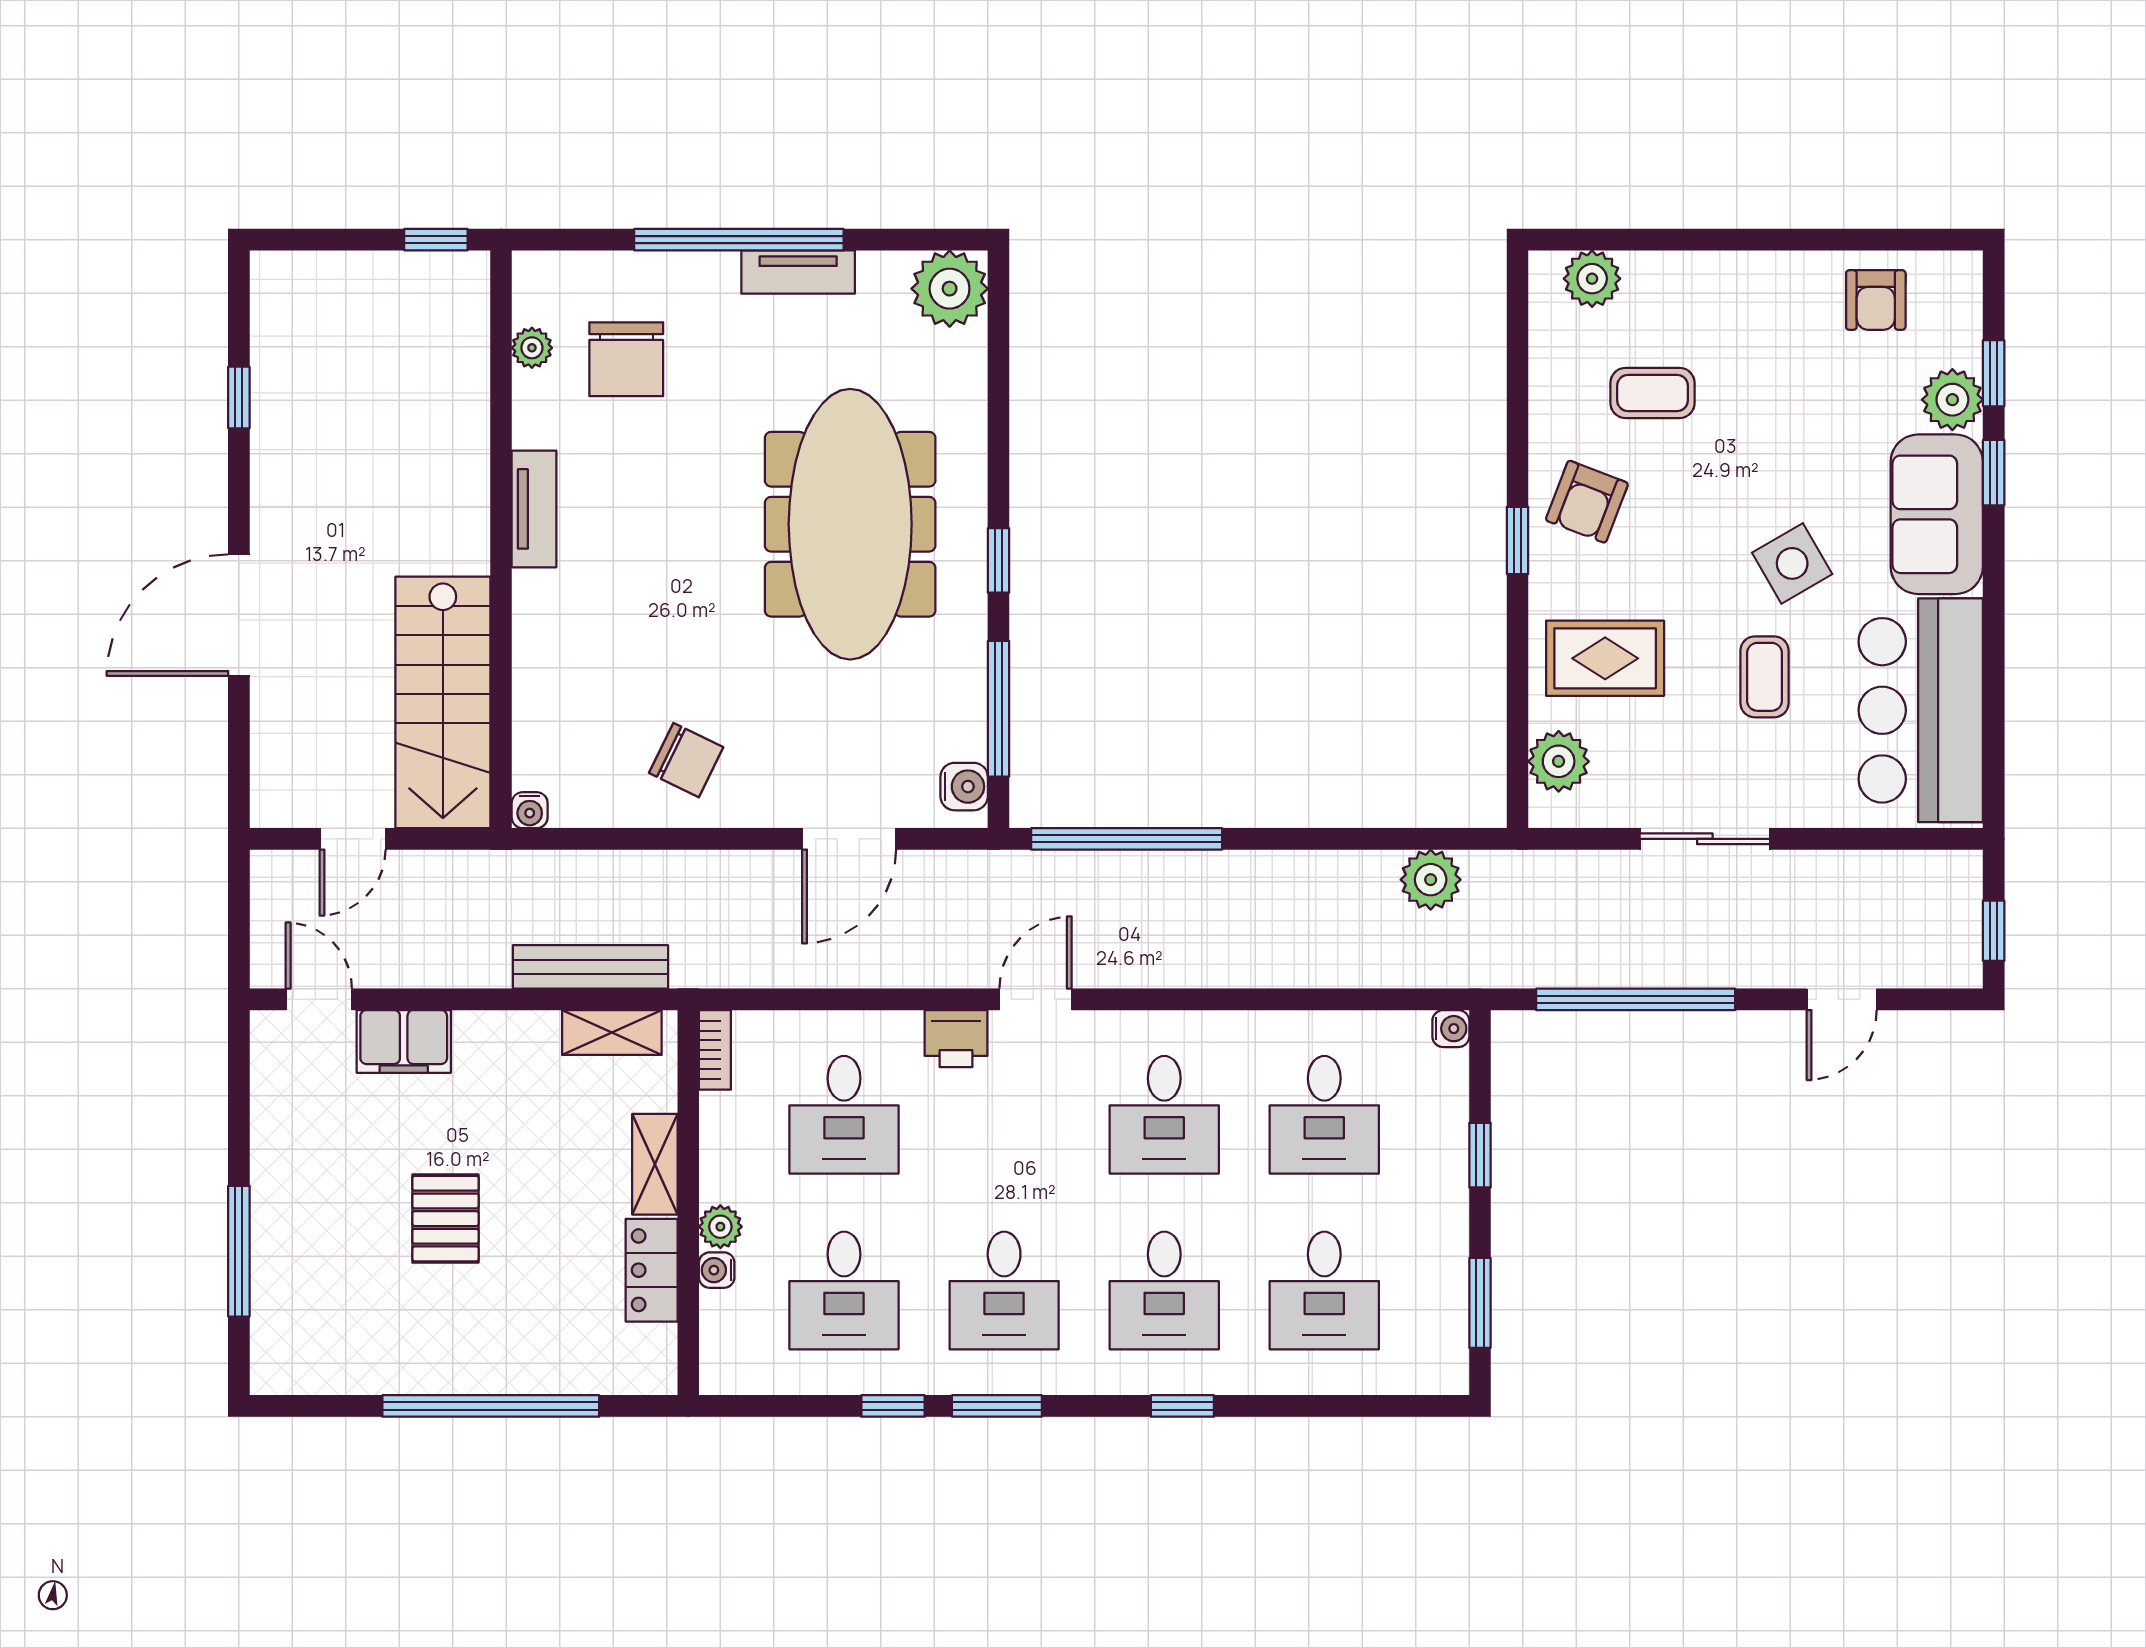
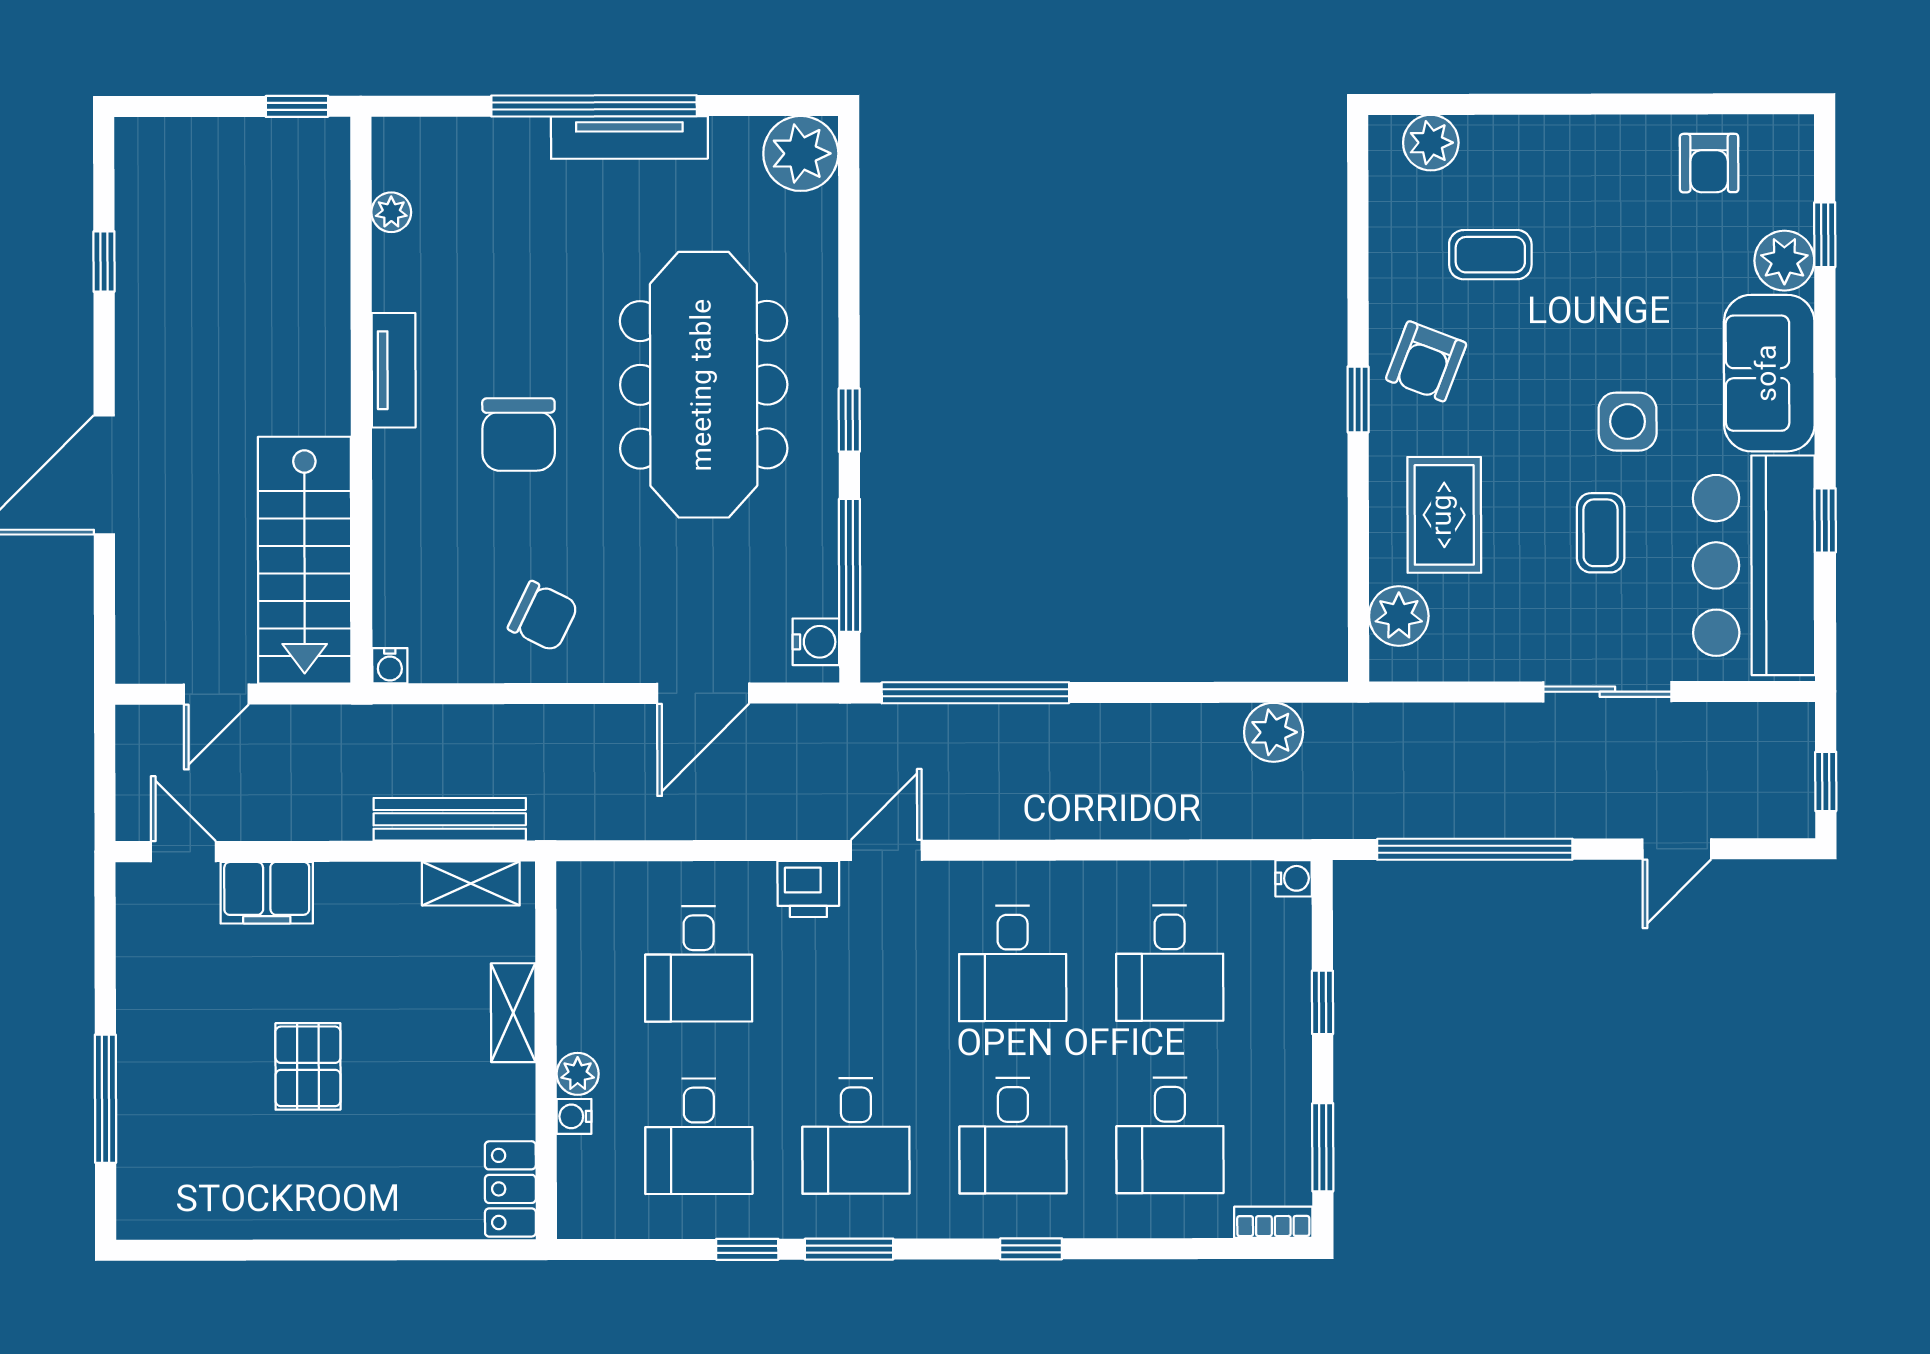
tv unit: (798, 272) -> (629, 138), width x1.41
chair: (626, 359) -> (519, 434), moved
window: (1994, 473) -> (1825, 520), moved
side table: (1792, 563) -> (1628, 422), turned 30
rug: (1605, 658) -> (1444, 515), turned 90
sliding door: (1705, 839) -> (1607, 692), moved
bookcase: (715, 1050) -> (1273, 1222), moved, turned -90
locker: (652, 1270) -> (510, 1189), moved
window: (491, 1406) -> (353, 1250), removed

